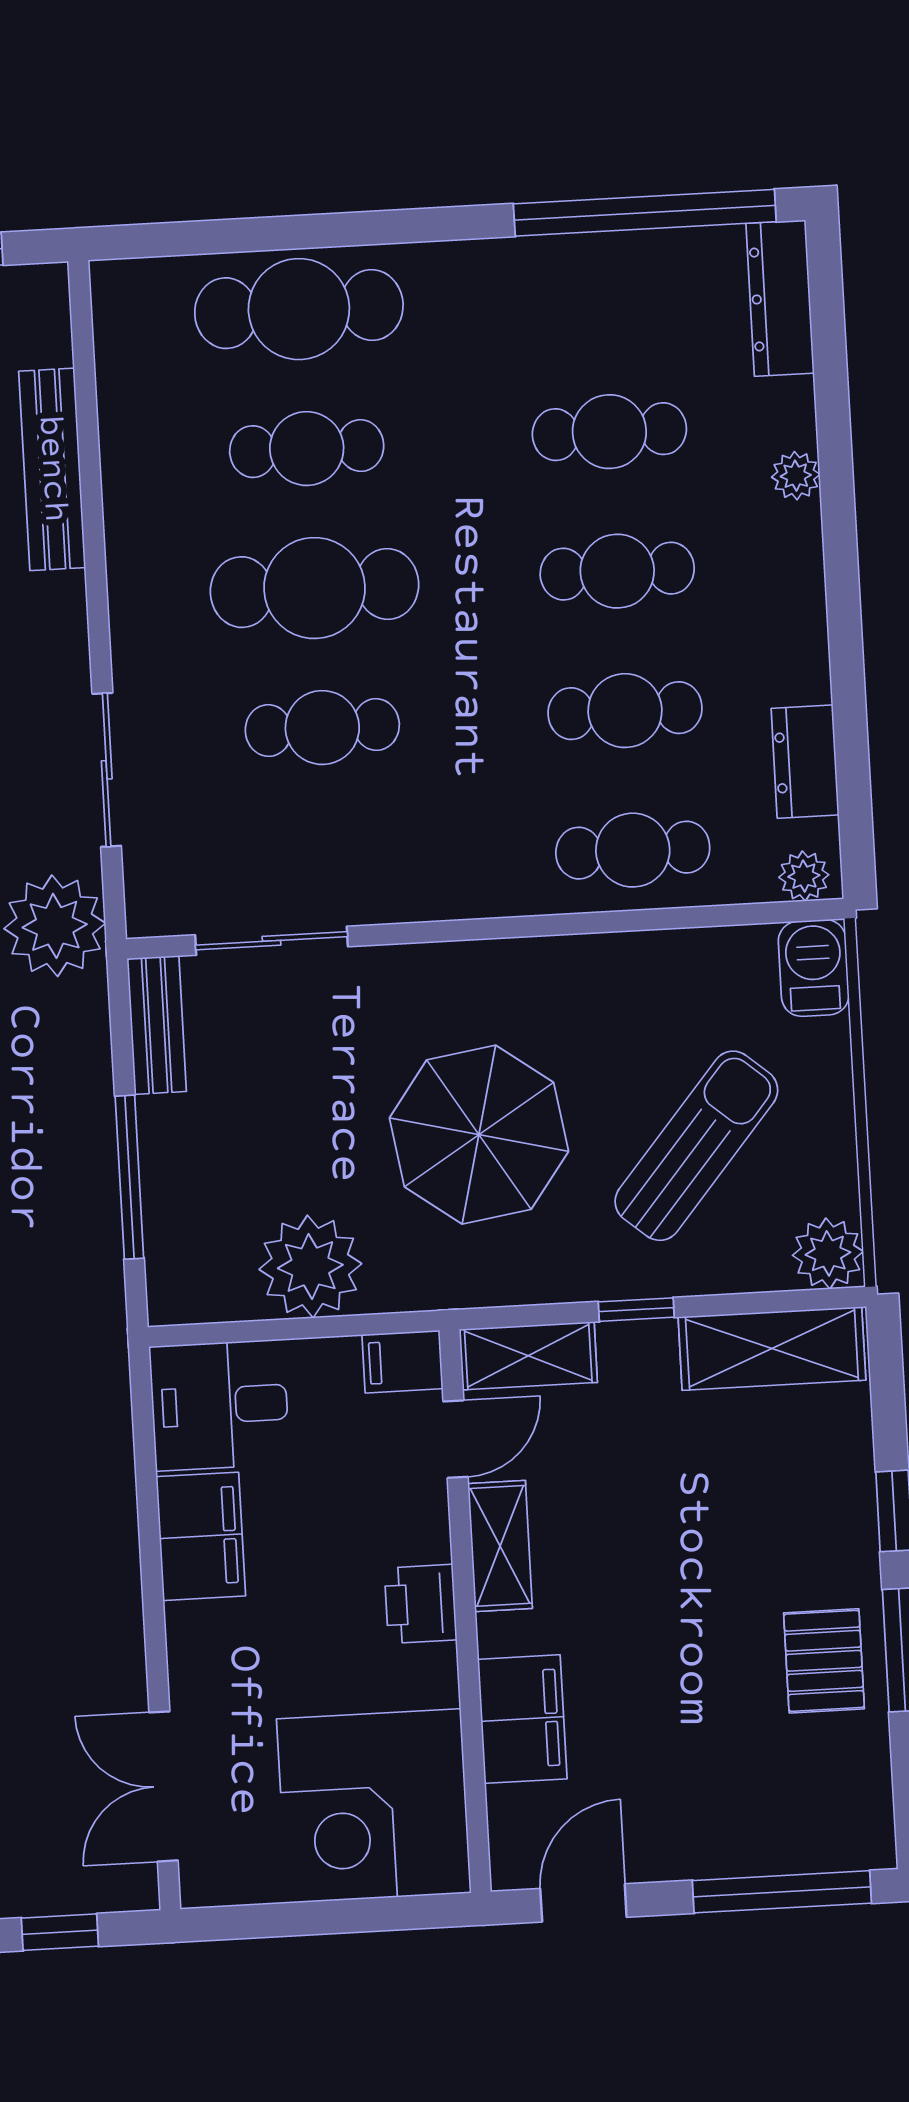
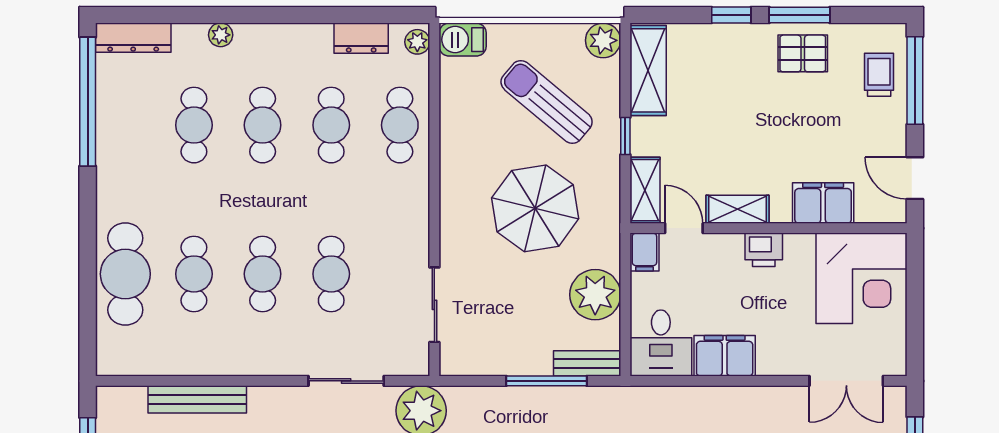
cafe table: (314, 588) -> (263, 274), width x0.73, depth x0.74
bench: (157, 1025) -> (587, 363), moved
trolley: (789, 1818) -> (879, 75), added

